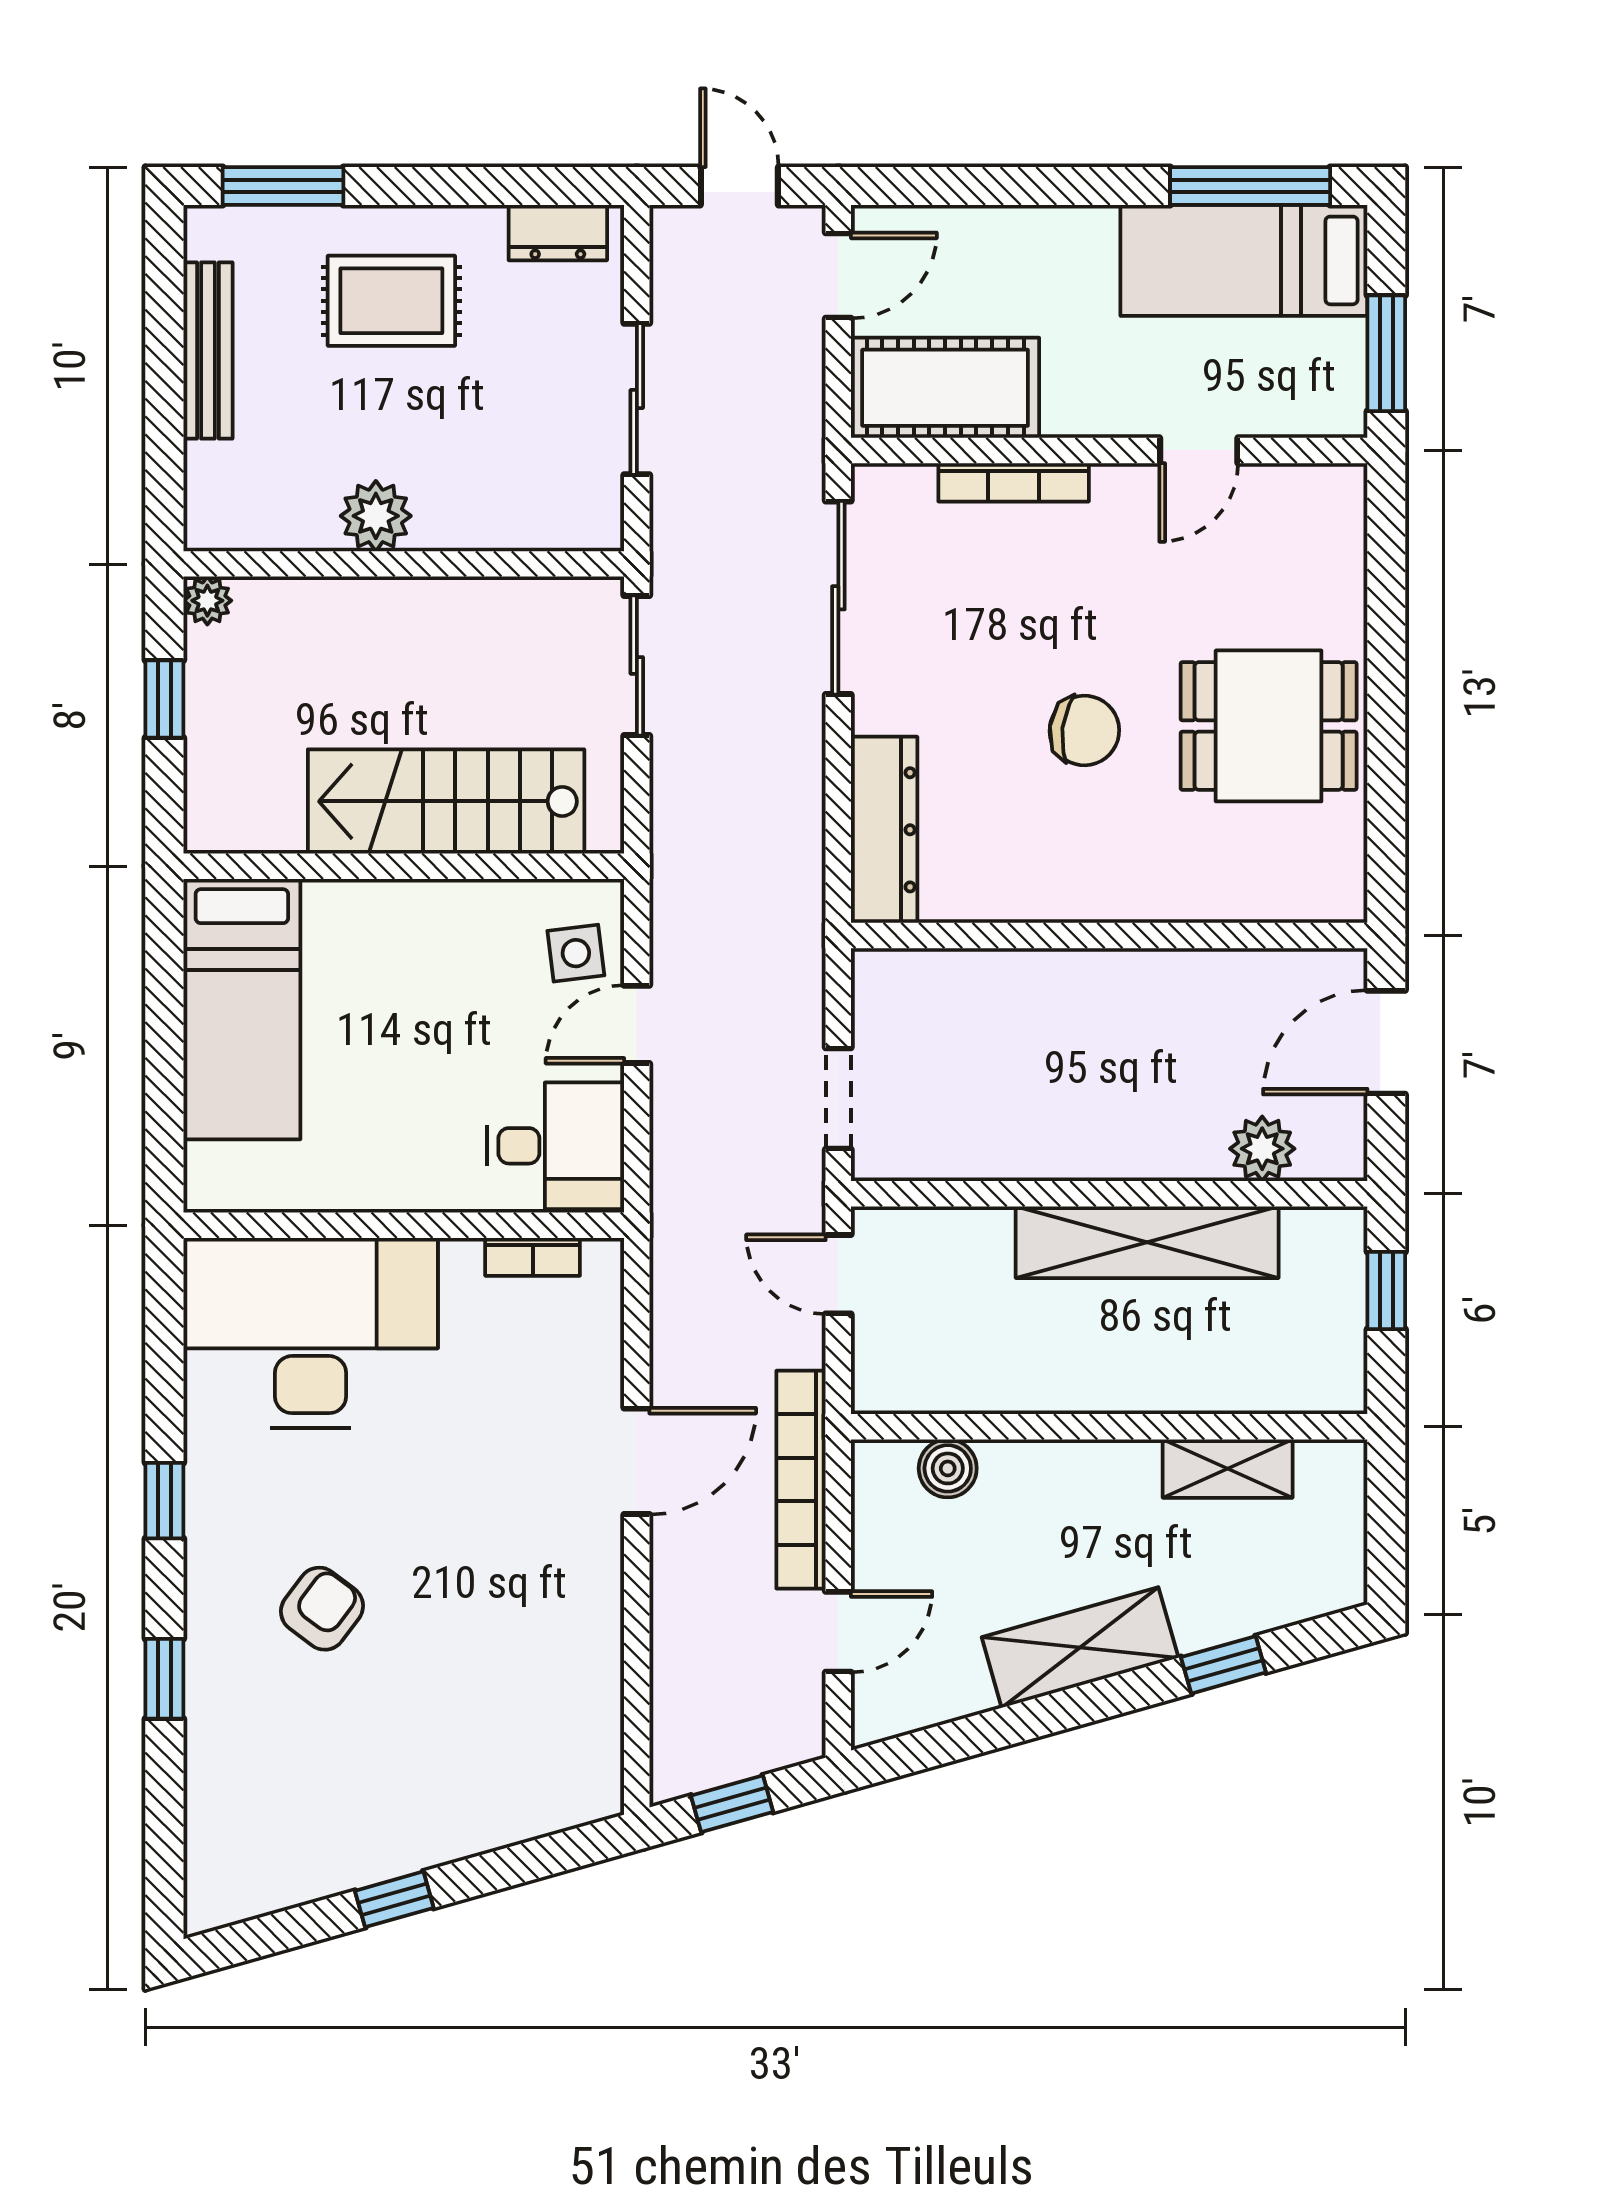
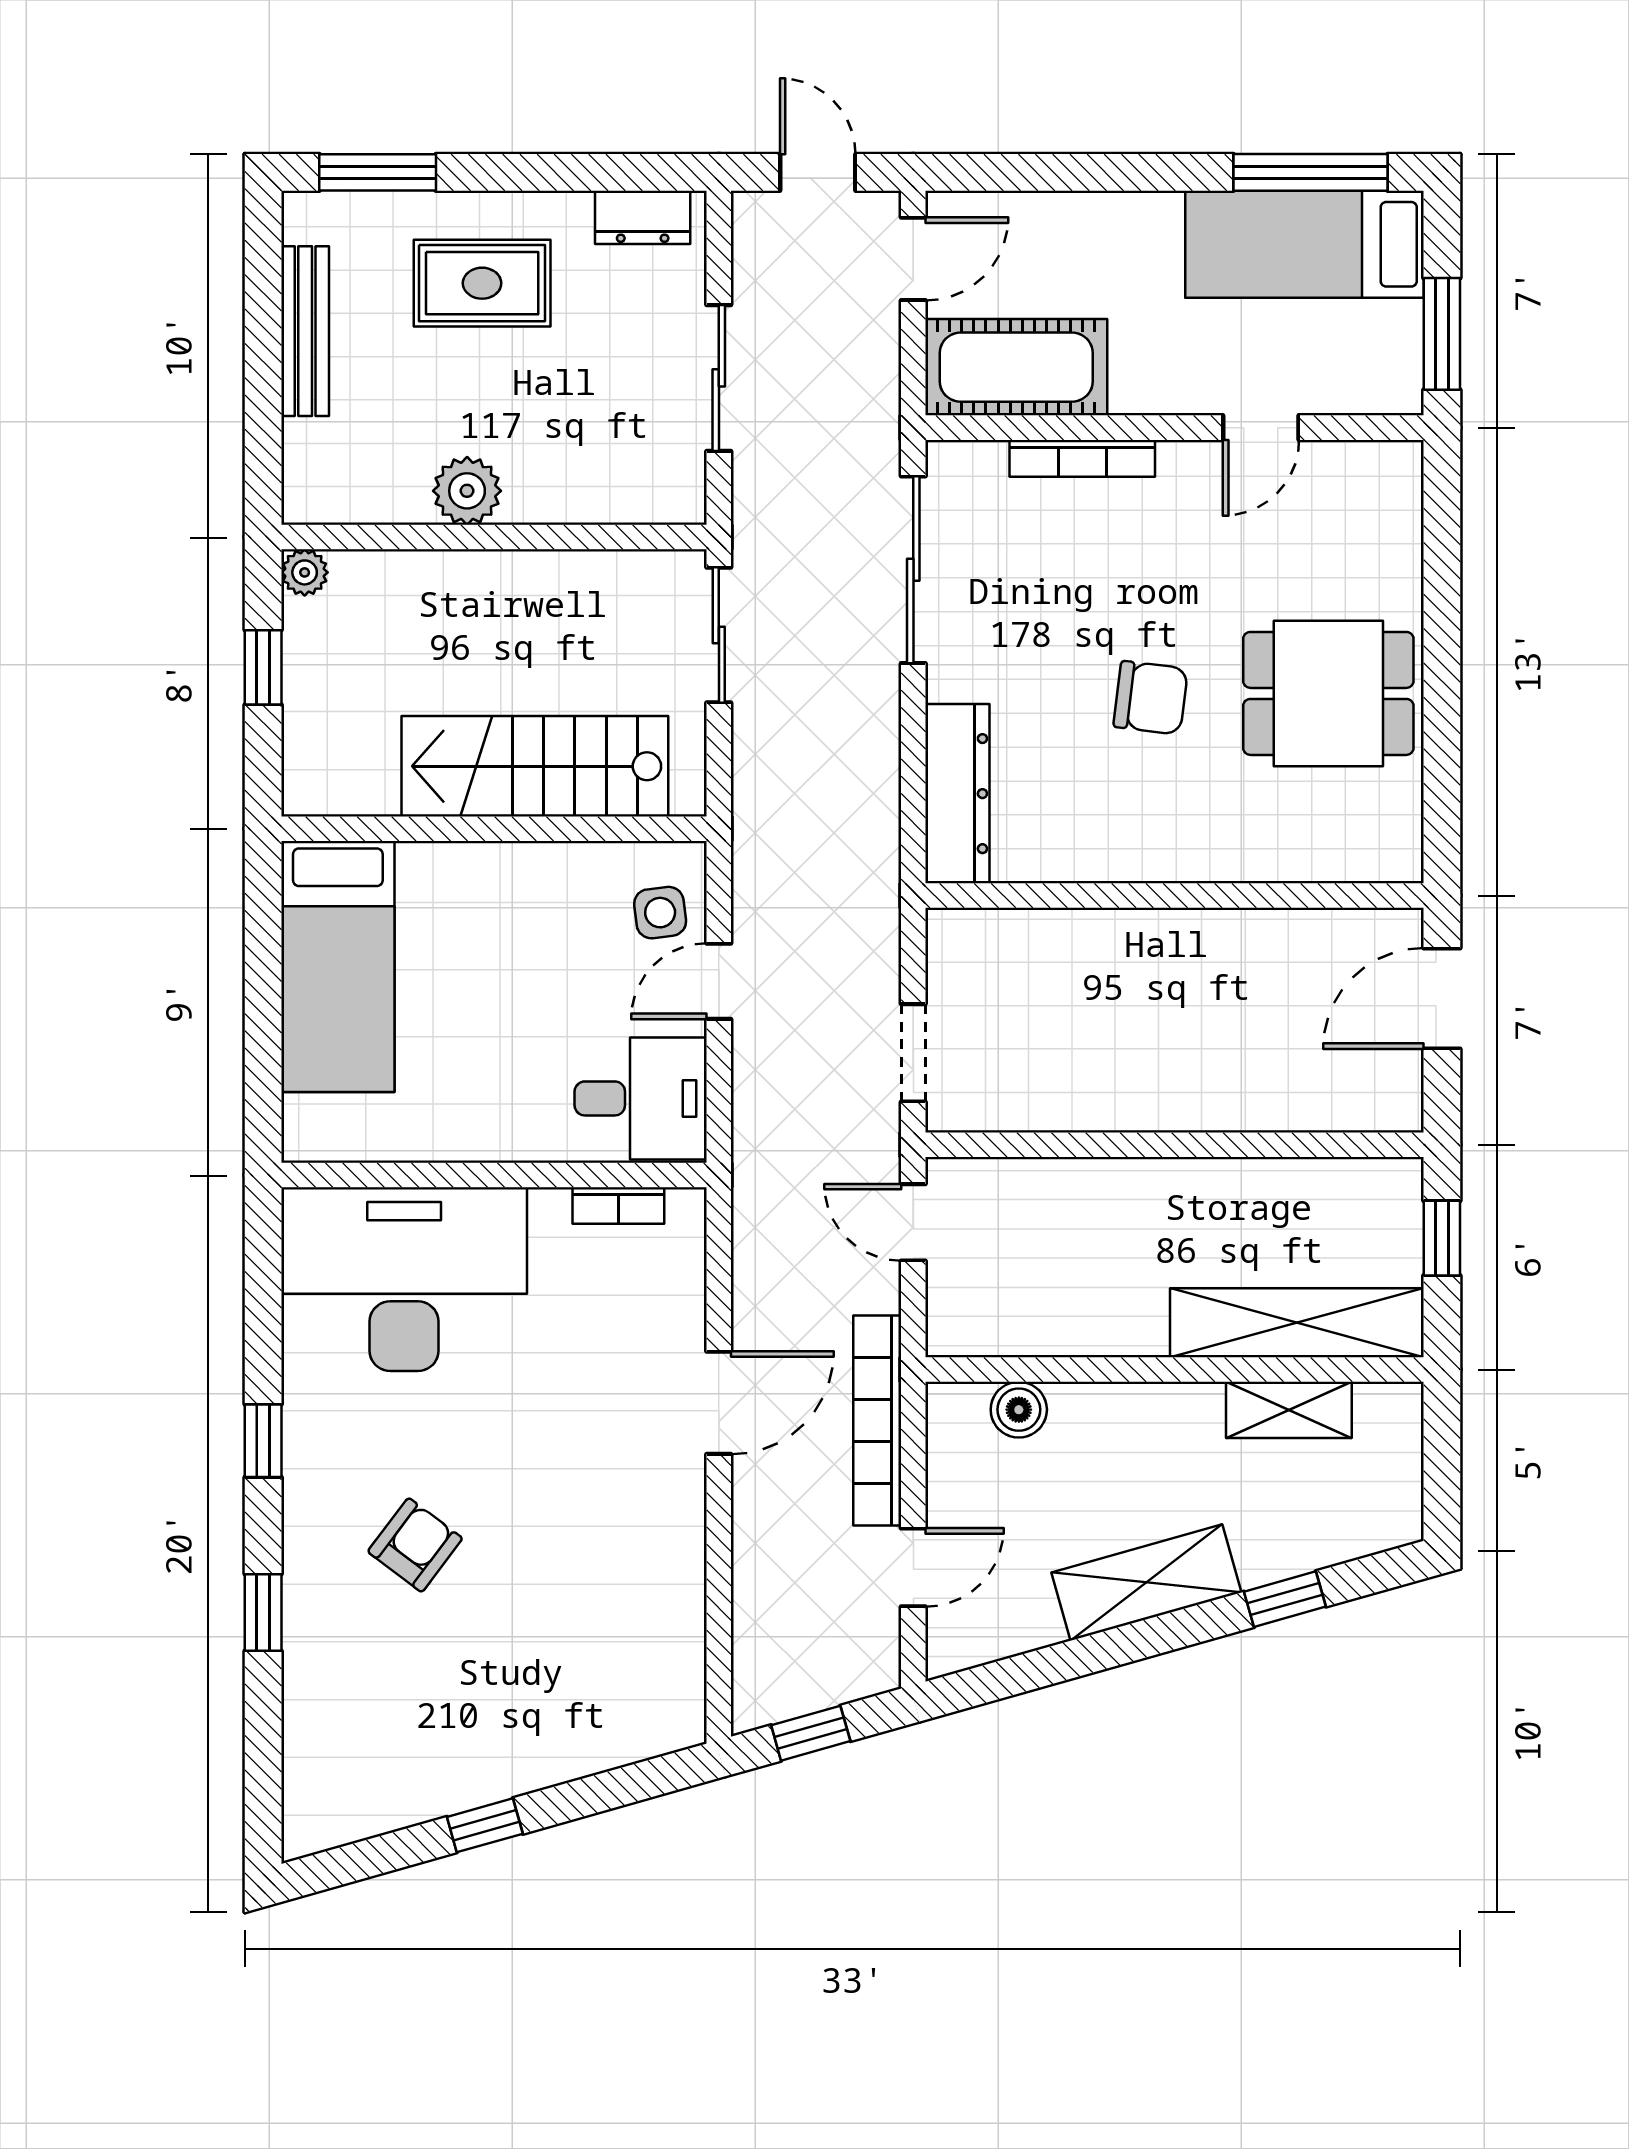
plant: (1262, 1149) -> (1322, 1101), removed
shelving: (1147, 1242) -> (1297, 1323), moved

